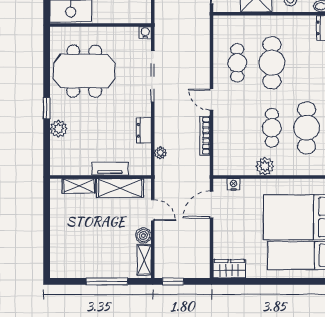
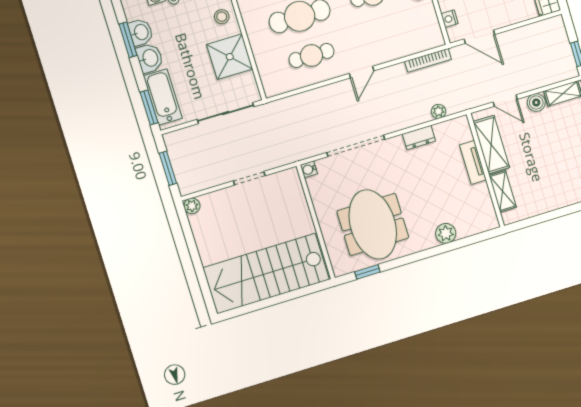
window: (47, 108) -> (367, 272), moved
bookcase: (205, 136) -> (428, 60), moved
door: (153, 210) -> (505, 101), swing flipped

